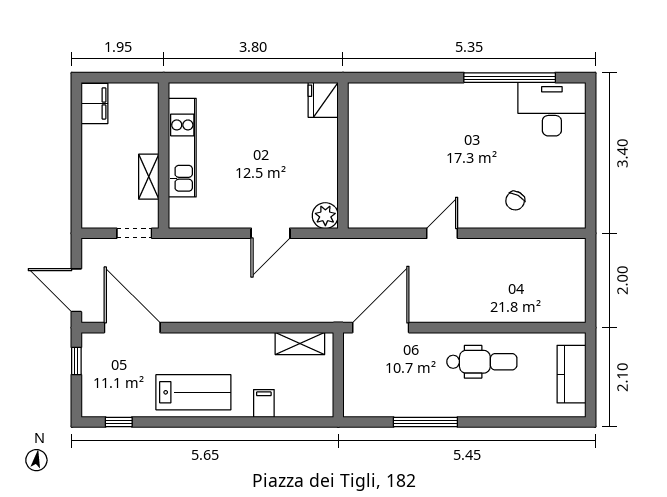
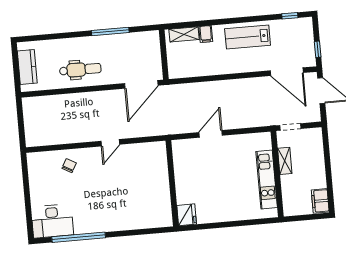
plant: (325, 216) -> (179, 147), removed
shelving: (300, 343) -> (184, 34), moved
dental chair: (482, 362) -> (80, 70), turned 180

